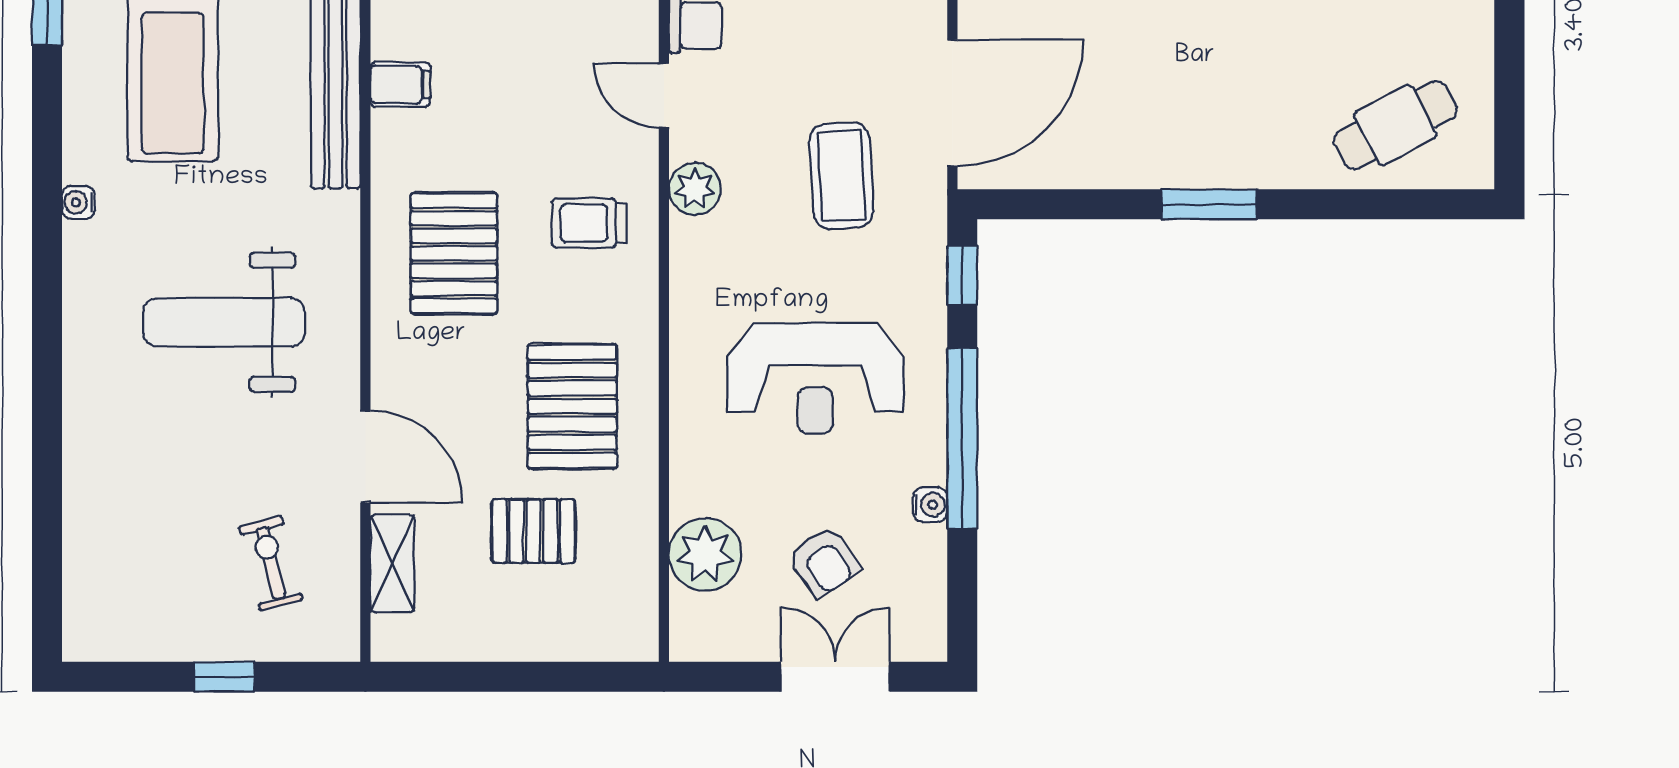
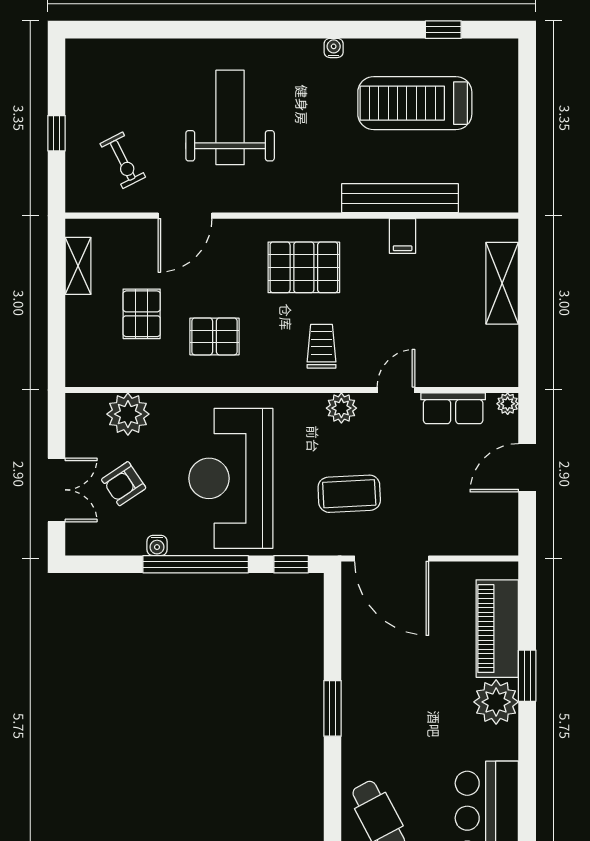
weight bench: (224, 322) -> (230, 117), moved
reception desk: (815, 378) -> (231, 478), width x1.36, depth x1.30
pallet: (572, 406) -> (214, 336), width x0.67, depth x0.71
exercise bike: (271, 563) -> (123, 160), turned 77
shelving: (392, 563) -> (78, 266), moved, turned 90

